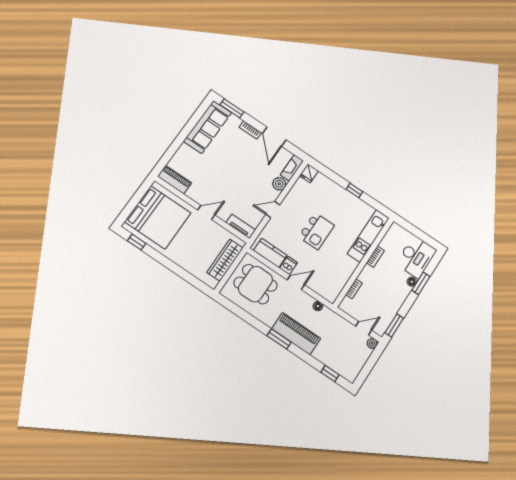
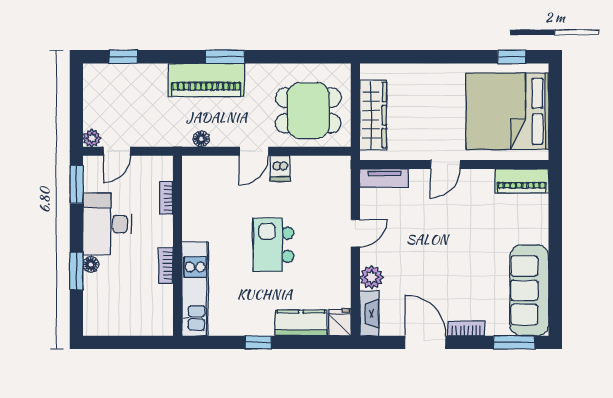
kitchen counter: (270, 253) -> (301, 323), moved, turned 180
desk: (416, 257) -> (107, 224), moved

